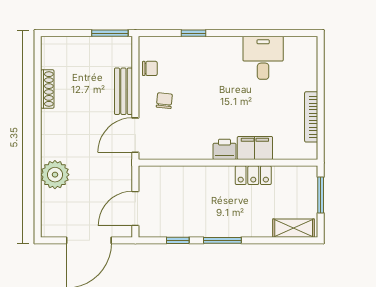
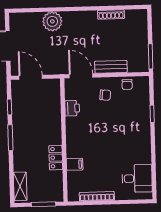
desk: (263, 58) -> (137, 178), moved
filing cabinet: (255, 148) -> (75, 164), width x0.50
printer: (224, 149) -> (72, 108), moved

